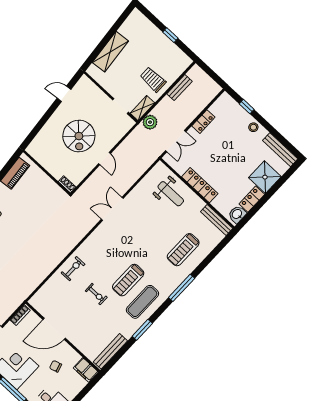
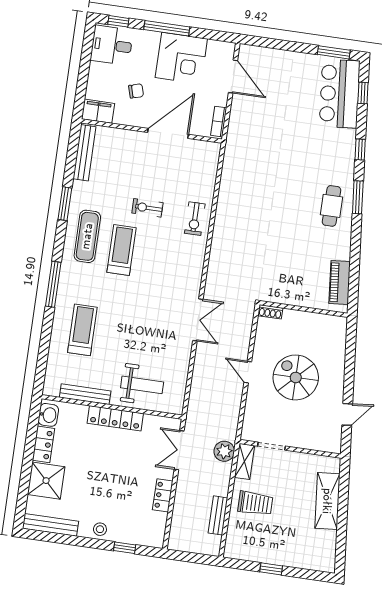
weight bench: (171, 194) -> (142, 385), turned 180
bench: (217, 220) -> (85, 394), moved

